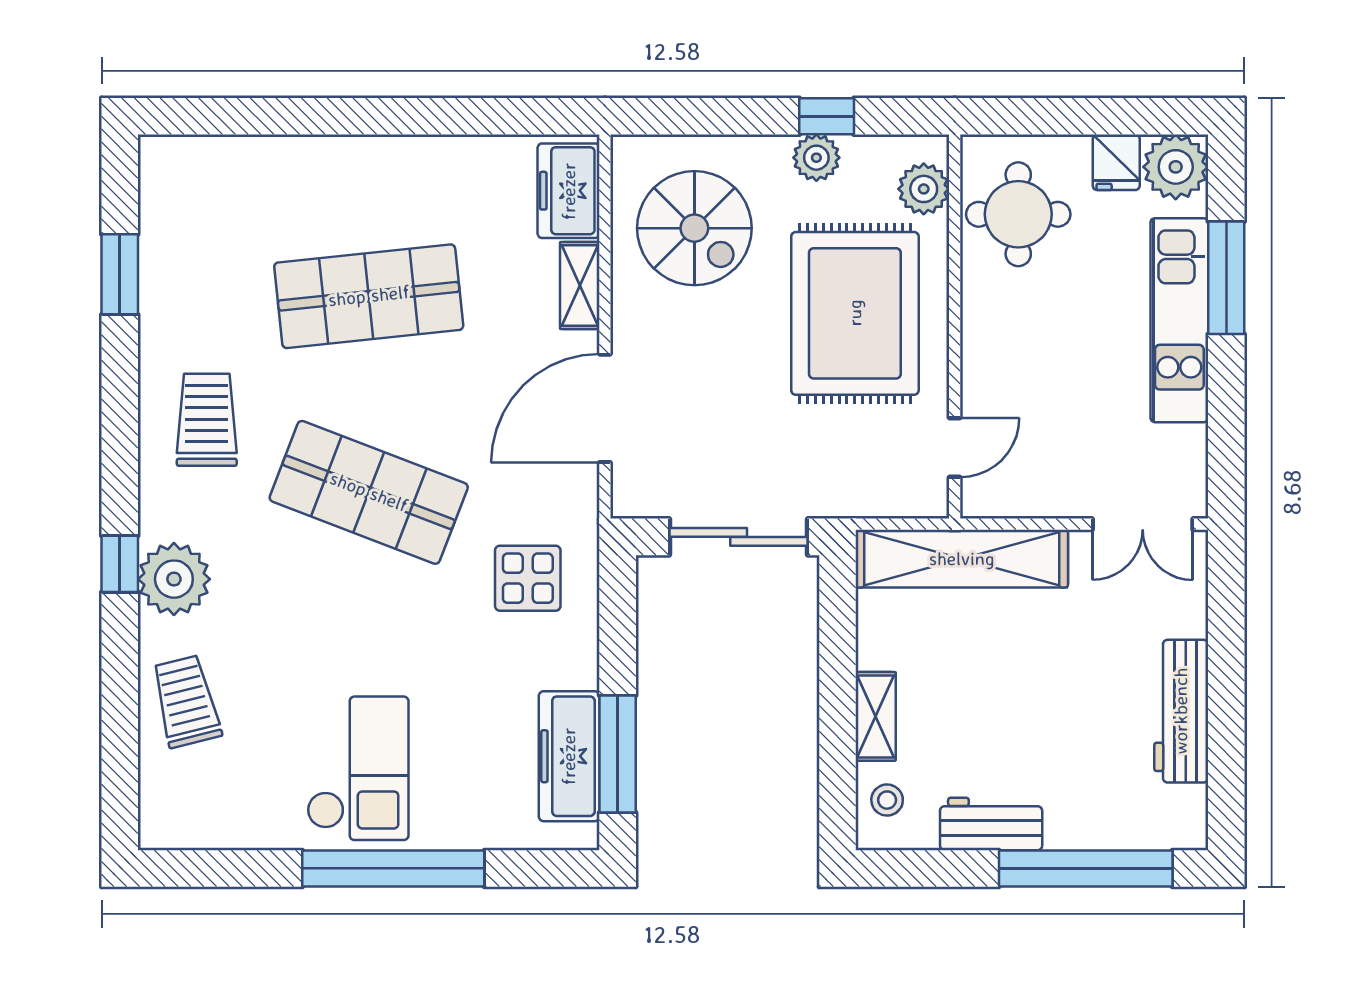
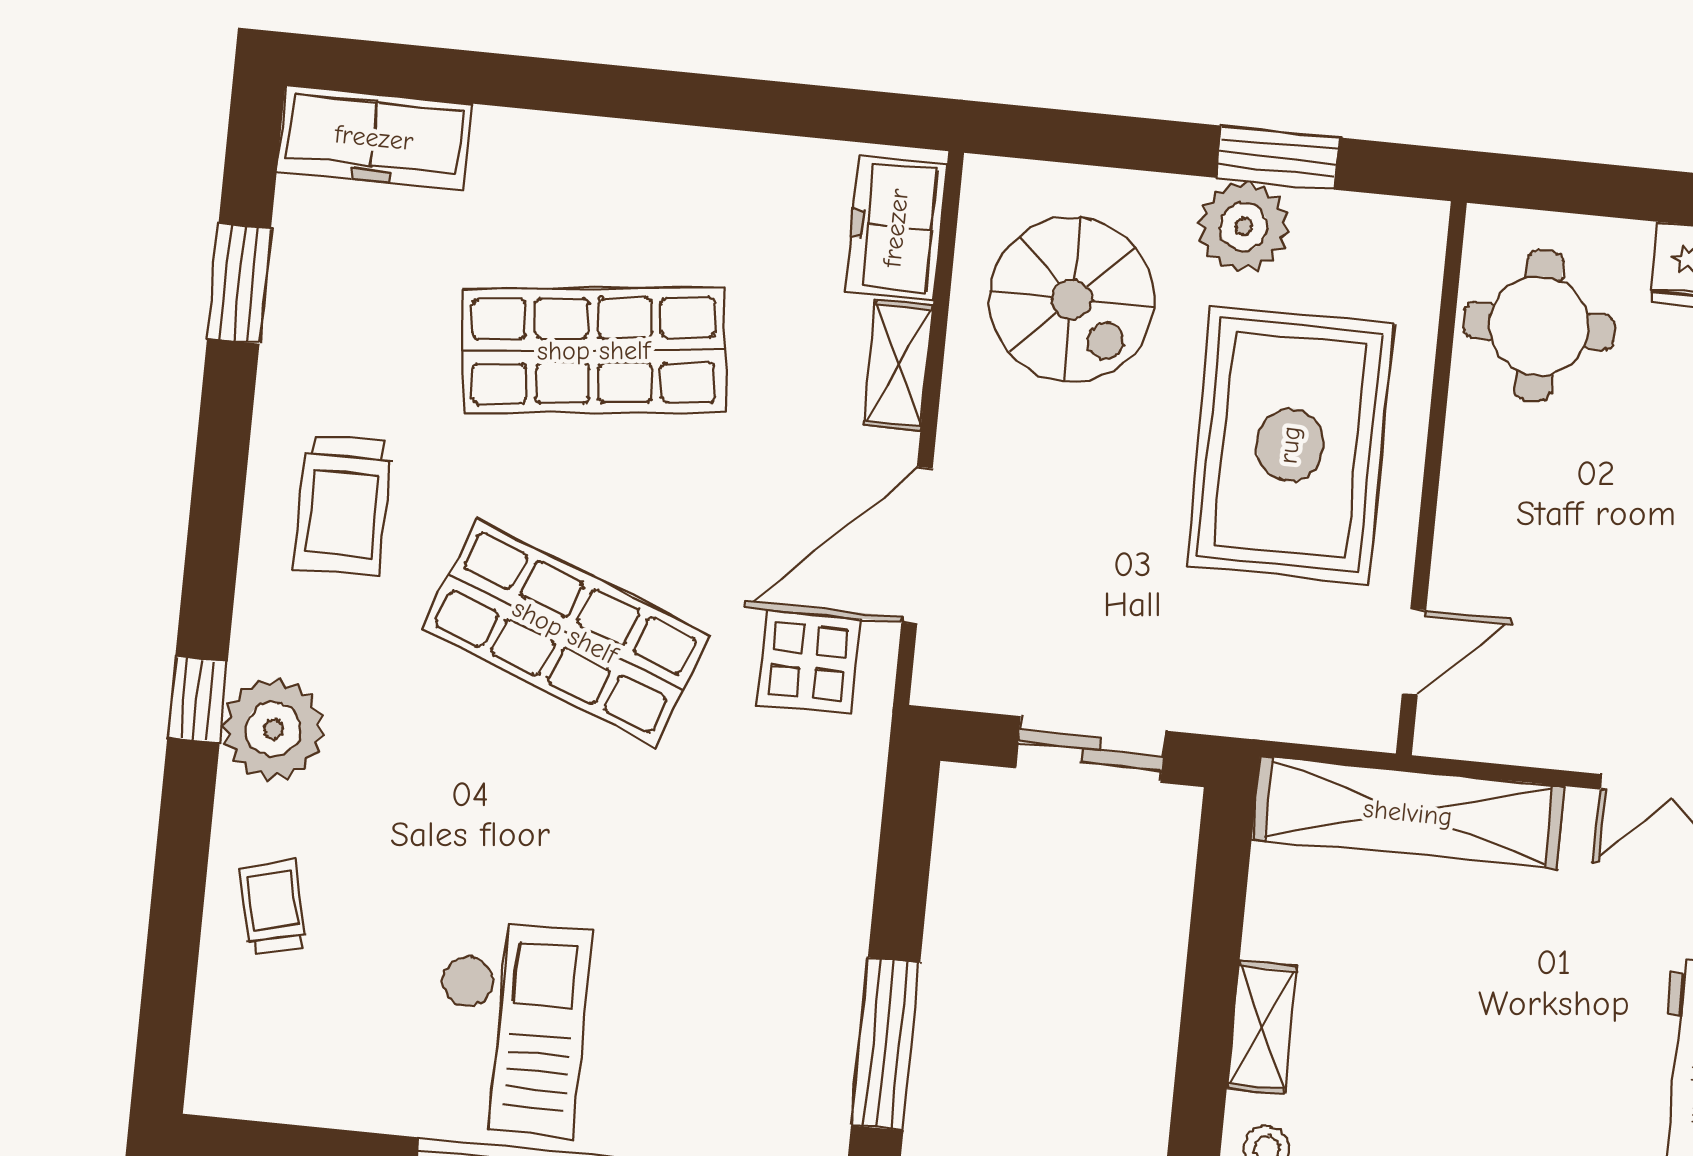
window: (827, 116) -> (1278, 158), width x1.50
plant: (816, 158) -> (1243, 227), width x1.36, depth x1.36
plant: (924, 189) -> (1407, 276), removed
trolley: (207, 420) -> (343, 505), turned 180
sliding door: (739, 537) -> (1091, 749), width x0.73
display table: (528, 578) -> (809, 662), moved
trolley: (186, 701) -> (273, 907), width x0.73, depth x0.72
freezer: (569, 756) -> (374, 138), moved, turned -90

